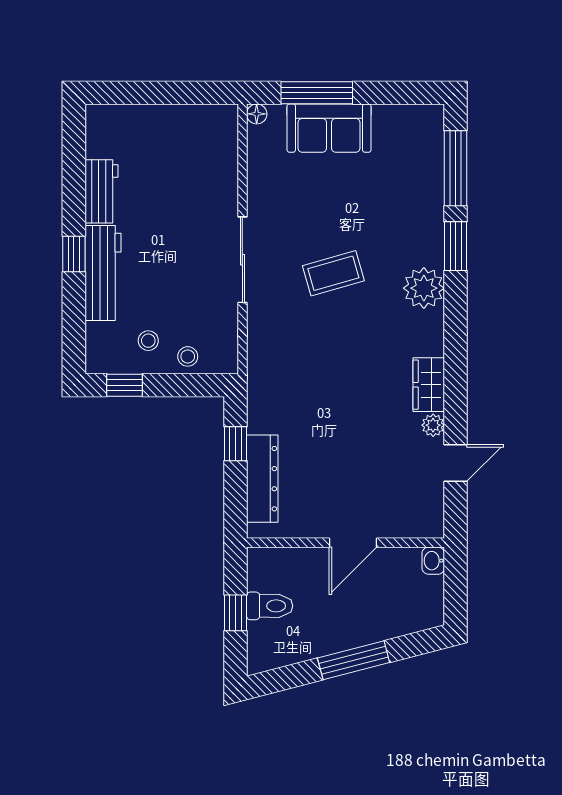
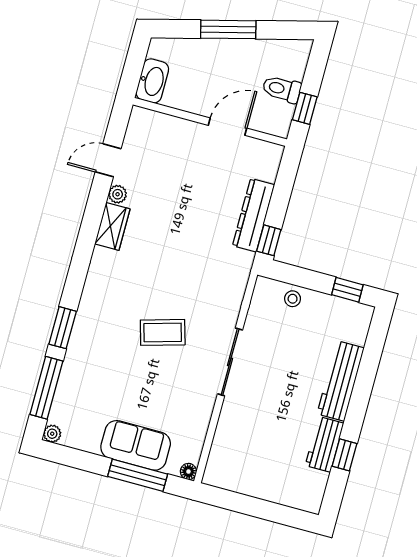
window: (74, 254) -> (344, 455), moved
plant: (424, 288) -> (52, 434), moved, width x0.53, depth x0.53
stool: (148, 341) -> (320, 319), removed
window: (235, 444) -> (269, 240), moved
dresser: (262, 479) -> (253, 215), moved
door: (353, 543) -> (228, 127), moved
washbasin: (433, 561) -> (152, 81), width x1.91, depth x1.45
window: (235, 613) -> (305, 108), moved

